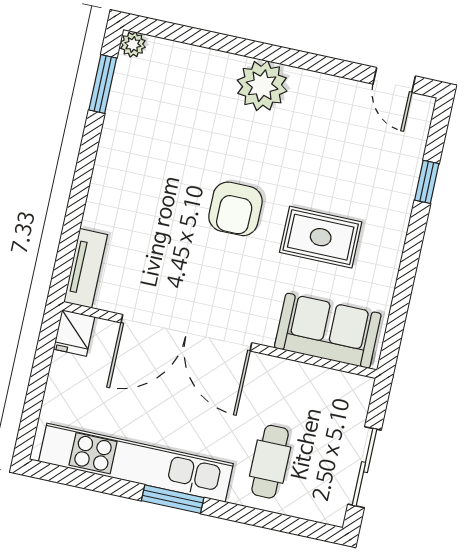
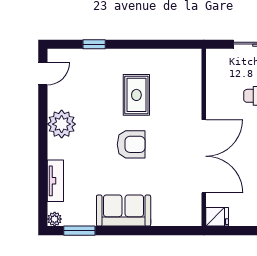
plant: (262, 86) -> (62, 124), moved
tv unit: (86, 268) -> (55, 181), moved, turned 90
sofa: (328, 331) -> (124, 211), moved, turned 90

